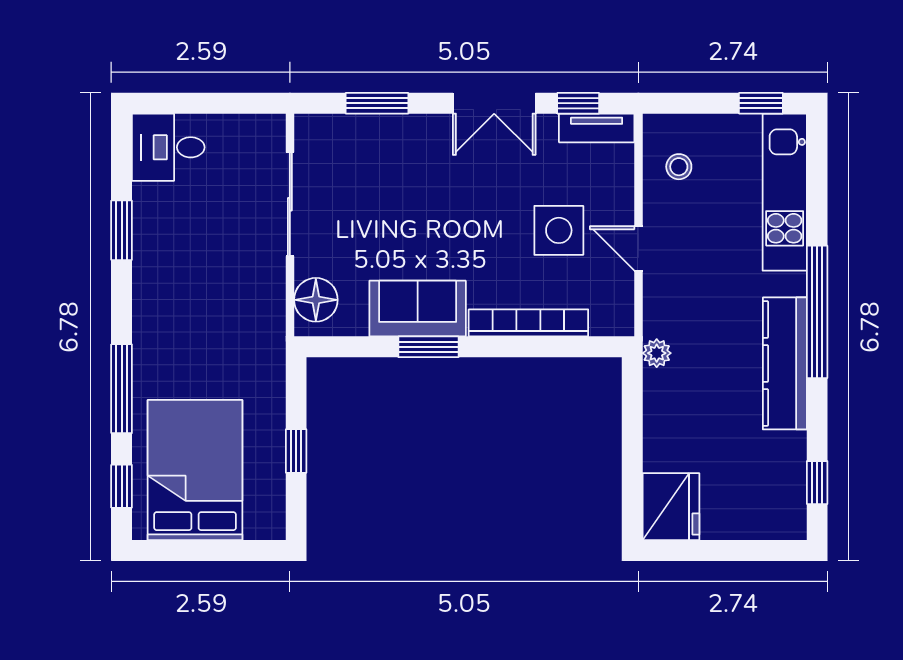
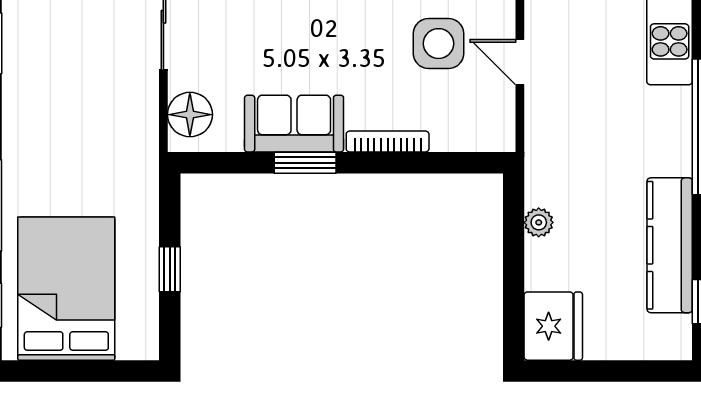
bookcase: (528, 323) -> (388, 142), width x0.68, depth x0.76
plant: (657, 353) -> (539, 222), moved
kitchen counter: (785, 363) -> (670, 245), moved

